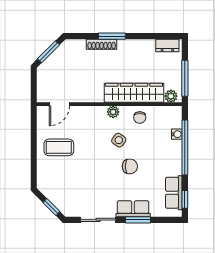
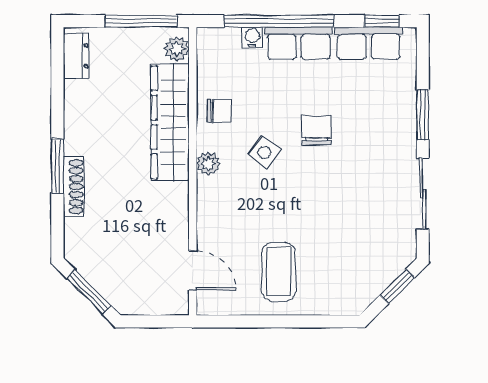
row of seats: (133, 209) -> (299, 43), moved, turned -90

